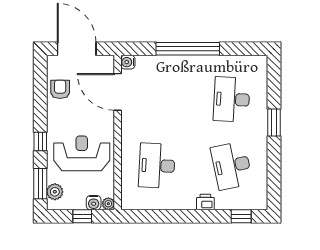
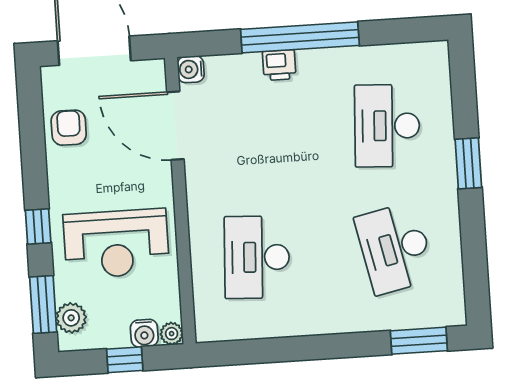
reception desk: (82, 153) -> (116, 244), turned 180
printer: (205, 202) -> (279, 65), moved, turned 180
window: (241, 216) -> (419, 341), width x1.50

